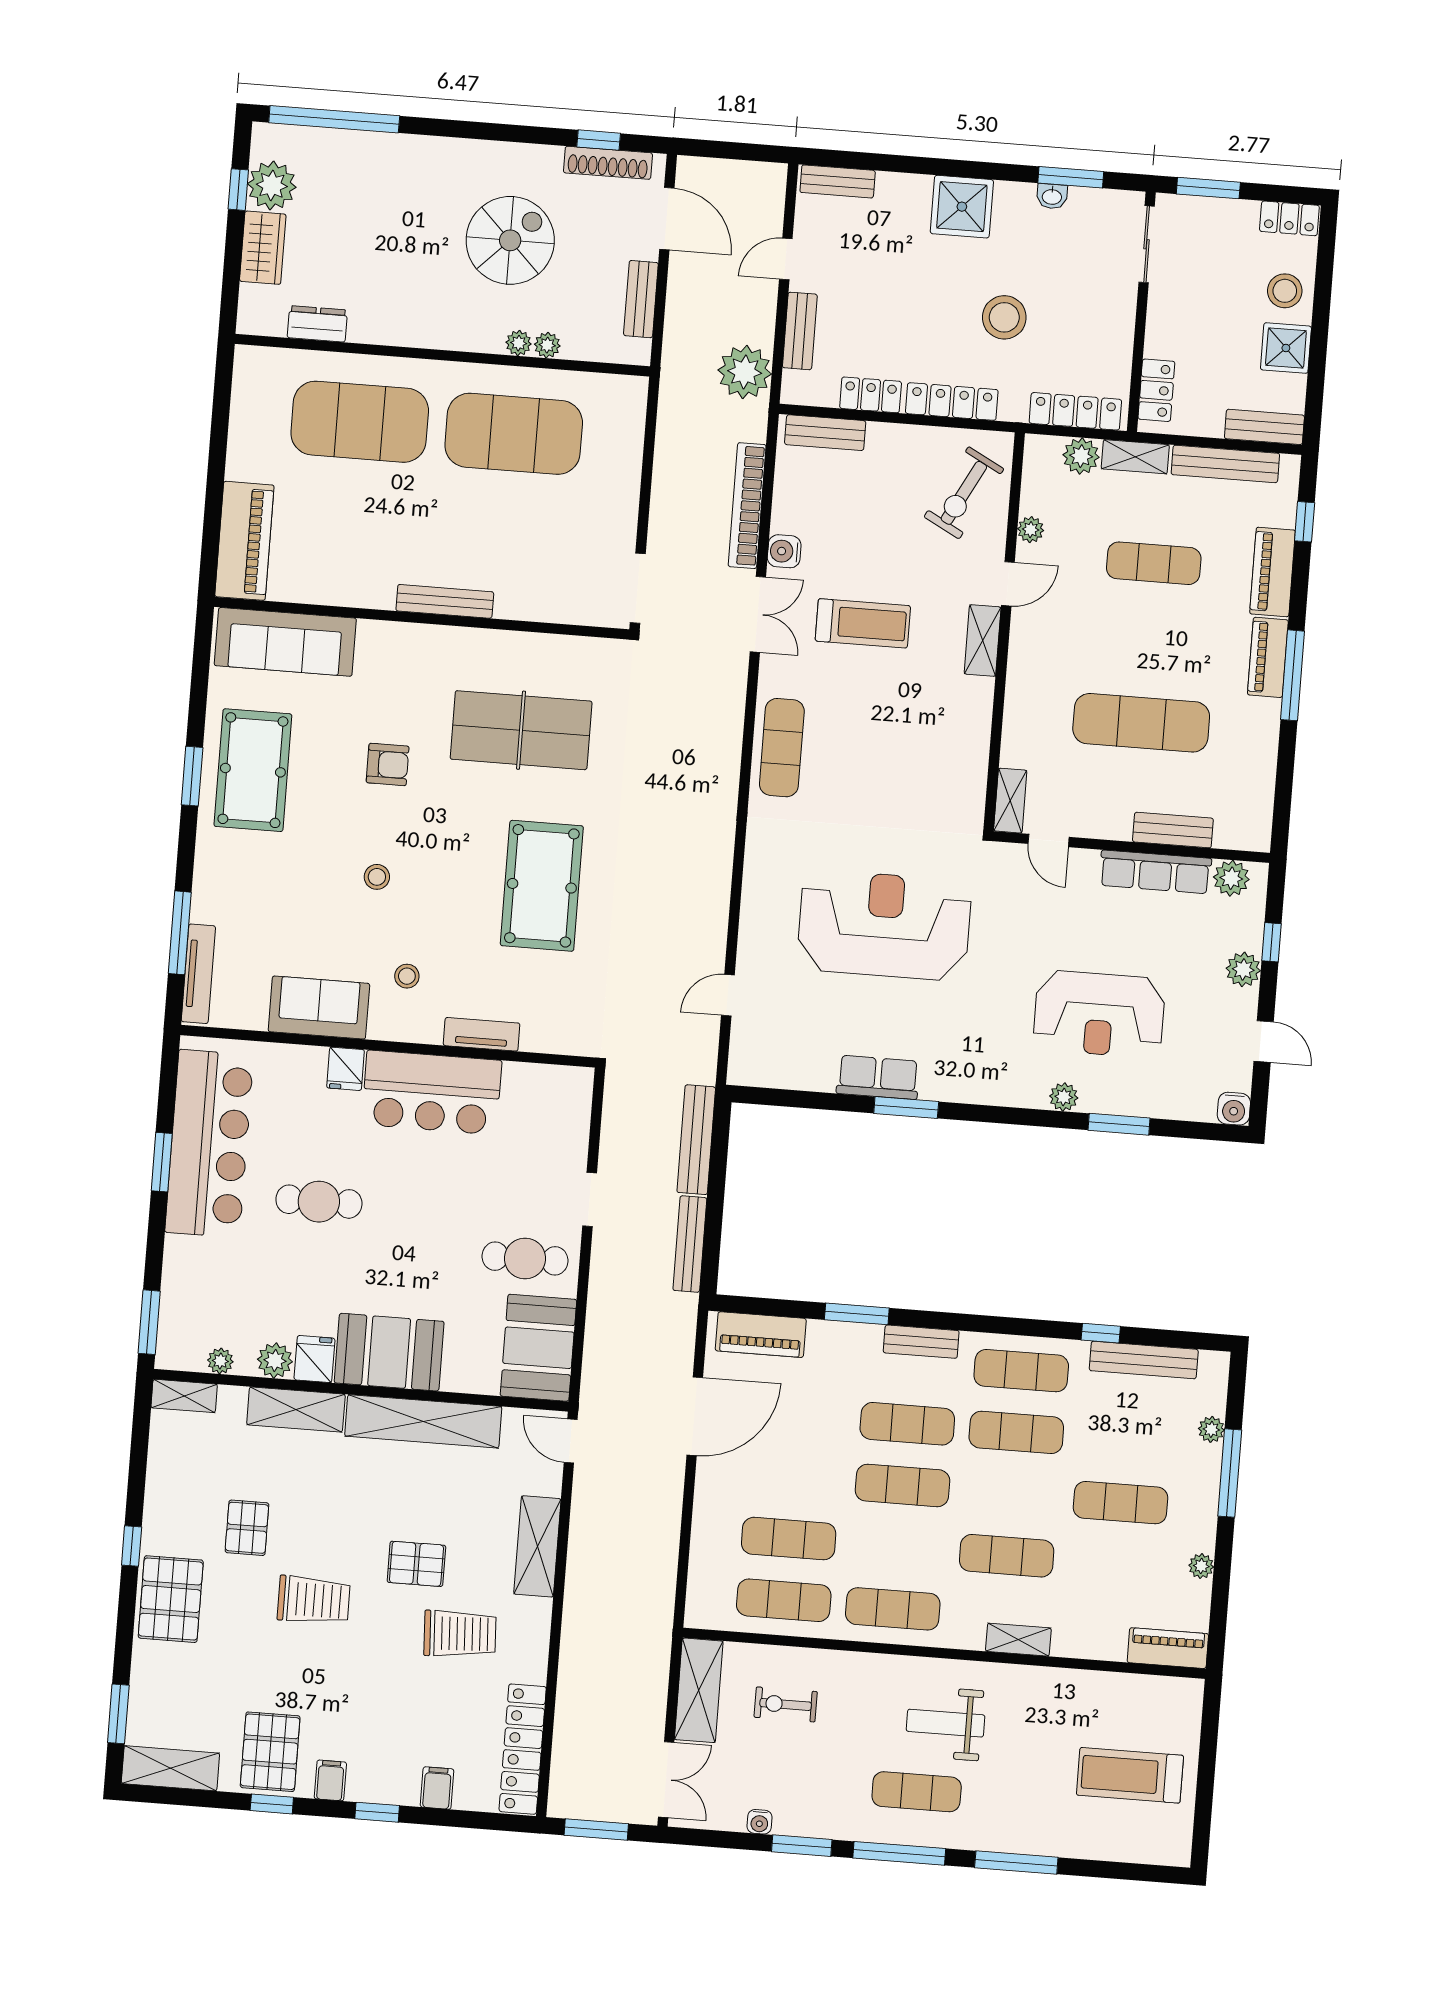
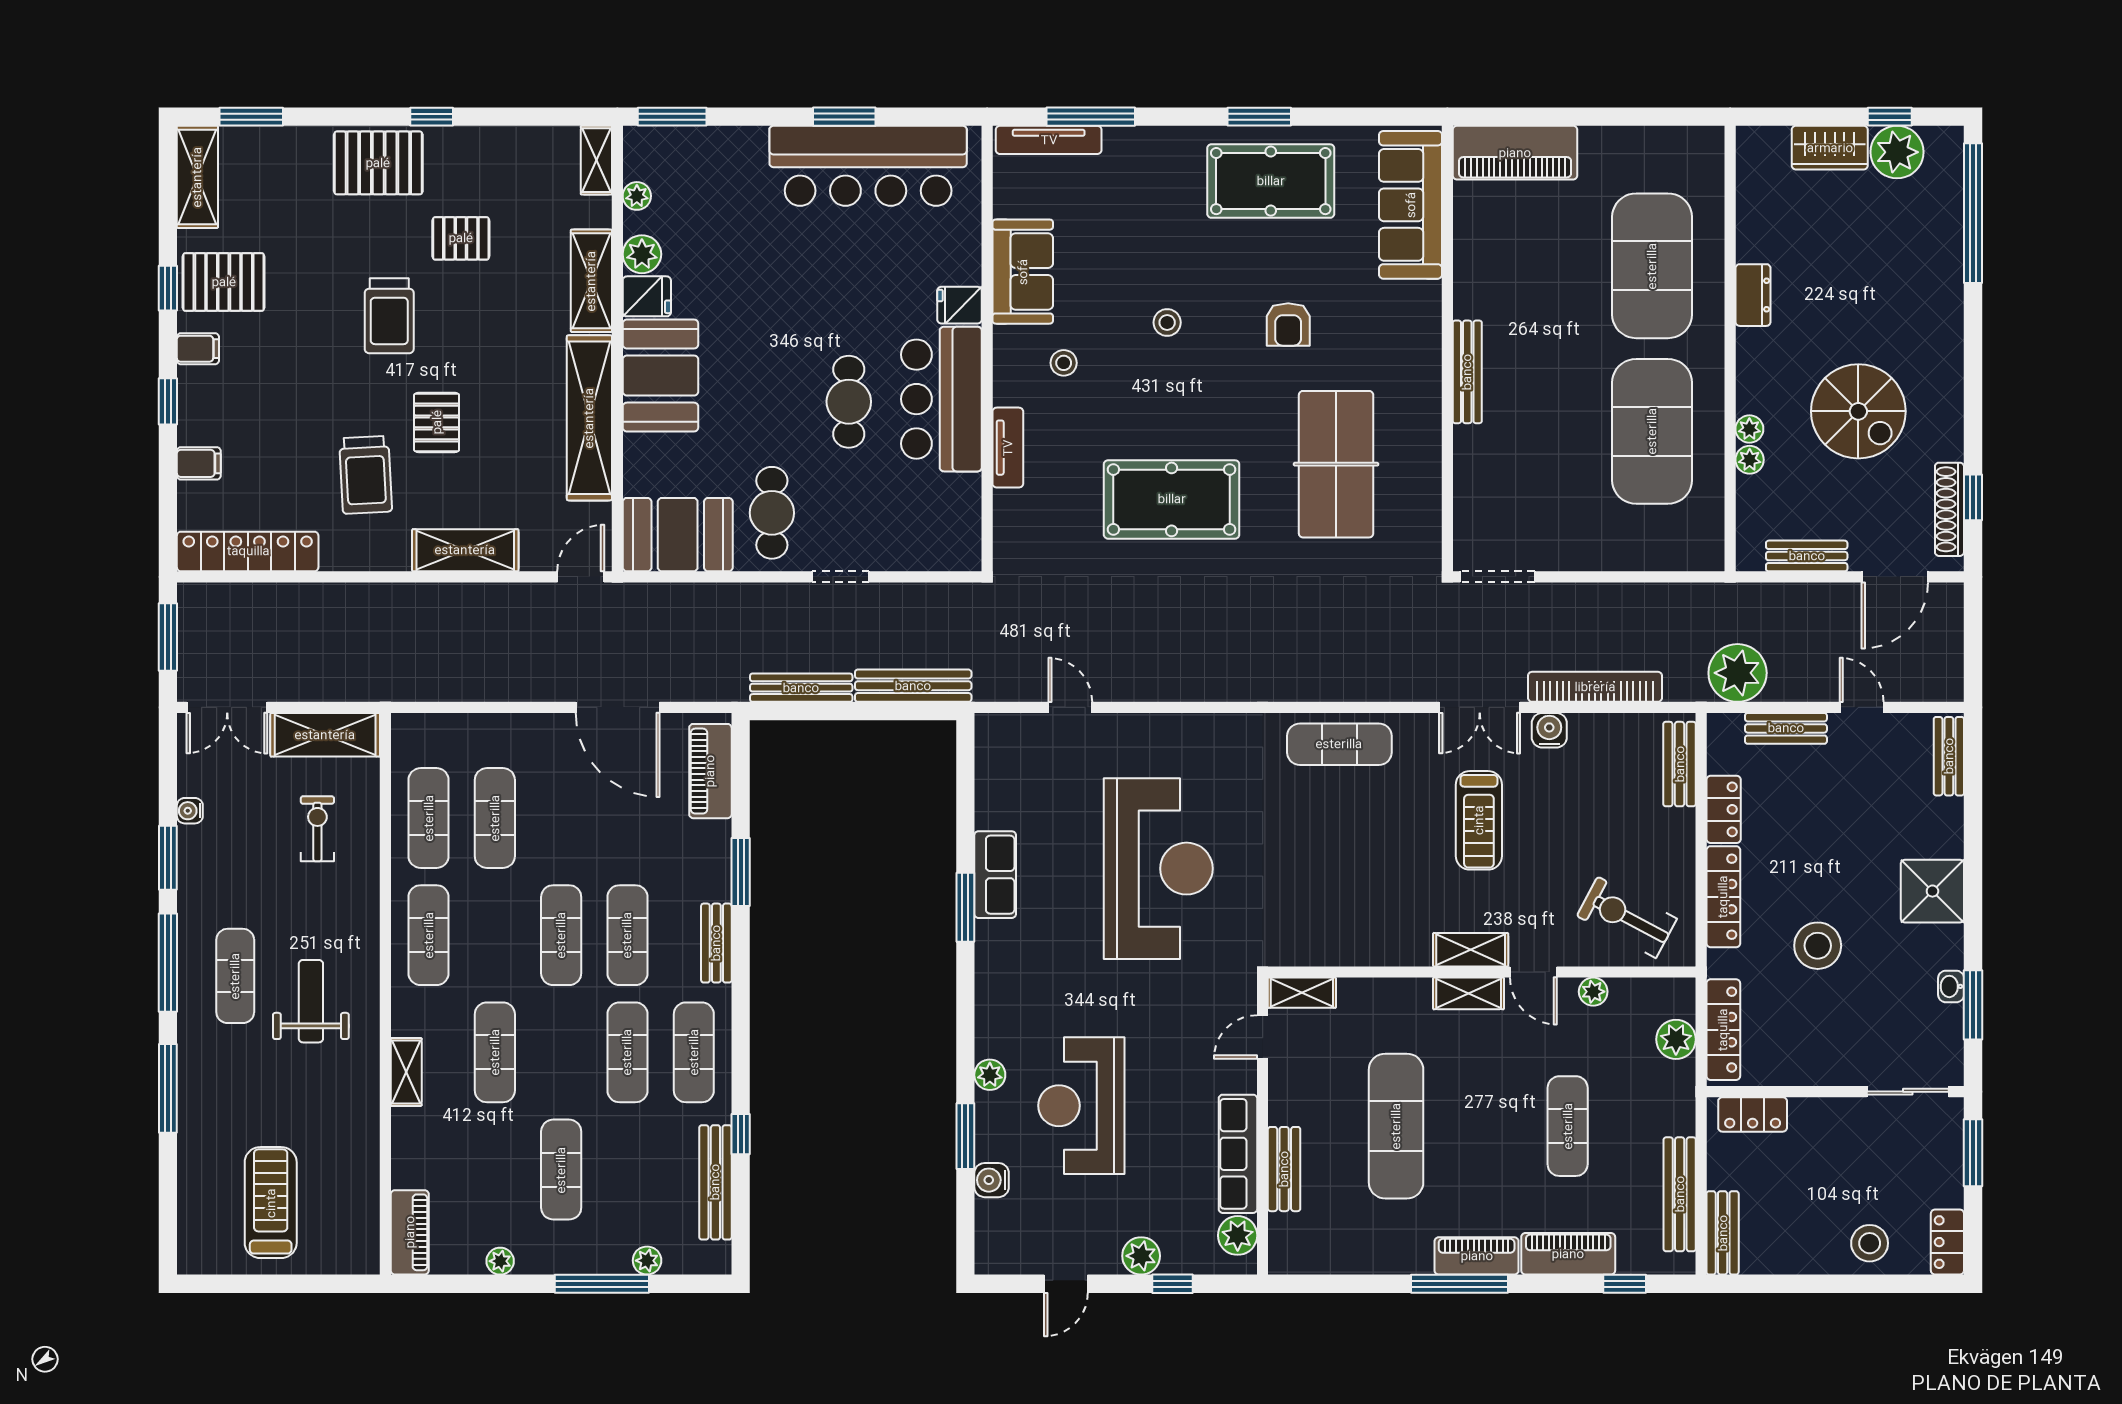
dresser: (317, 324) -> (1753, 295), moved
shower: (1286, 348) -> (1809, 1249), removed
shelving: (1135, 457) -> (1469, 993), moved, turned 90
water cooler: (1234, 1109) -> (992, 1180), moved
cafe table: (319, 1202) -> (849, 402), moved

